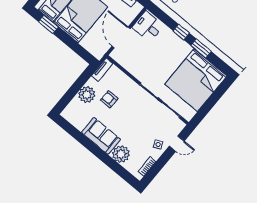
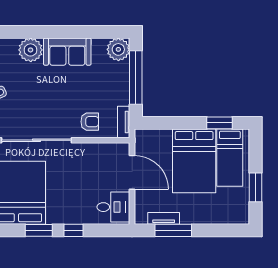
window: (74, 89) -> (136, 78), added
plant: (87, 95) -> (118, 49), moved
armchair: (109, 99) -> (90, 122), moved

